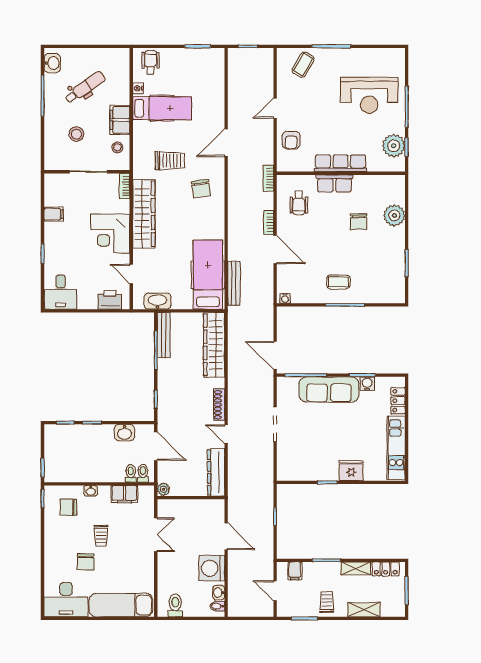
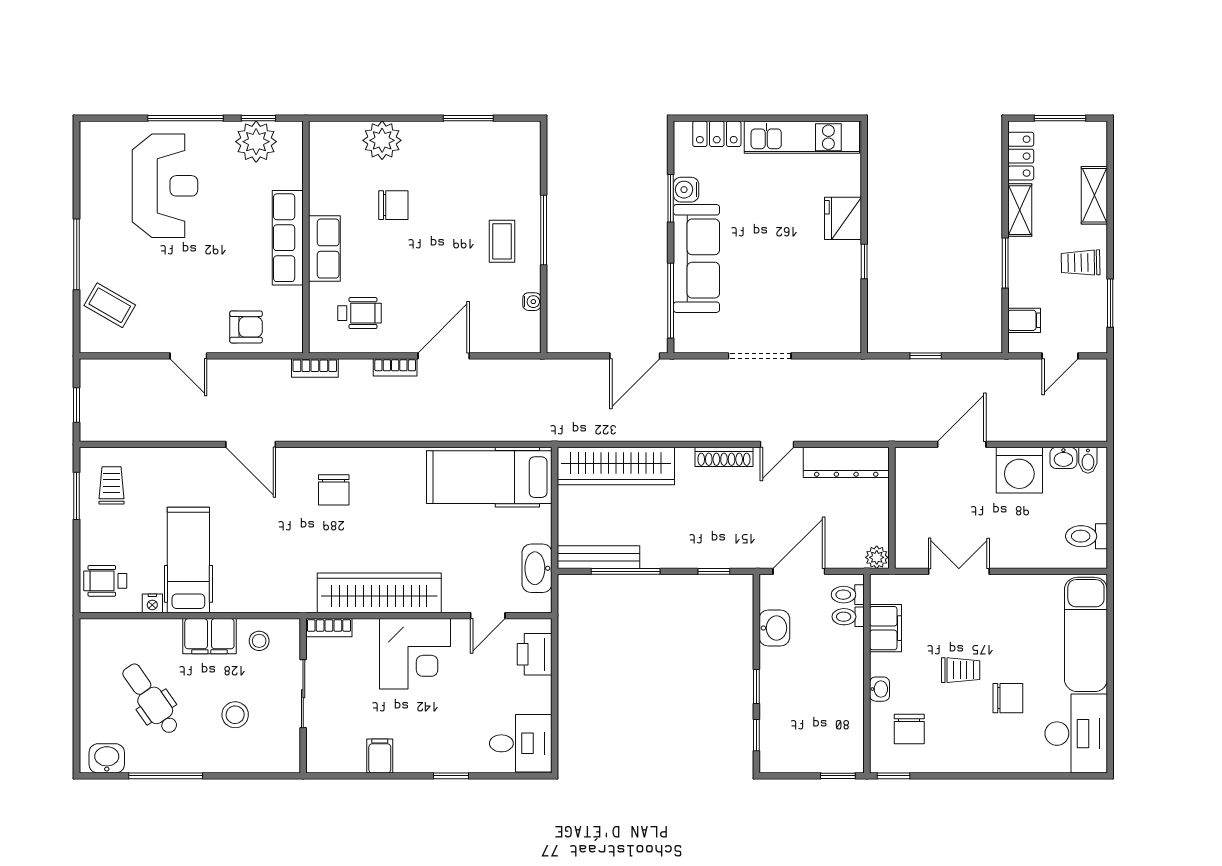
trolley: (170, 161) -> (112, 485), moved, width x0.73, depth x0.72
chair: (201, 189) -> (334, 490), turned 98
bench: (234, 283) -> (505, 430), removed
water cooler: (285, 298) -> (532, 302), moved

